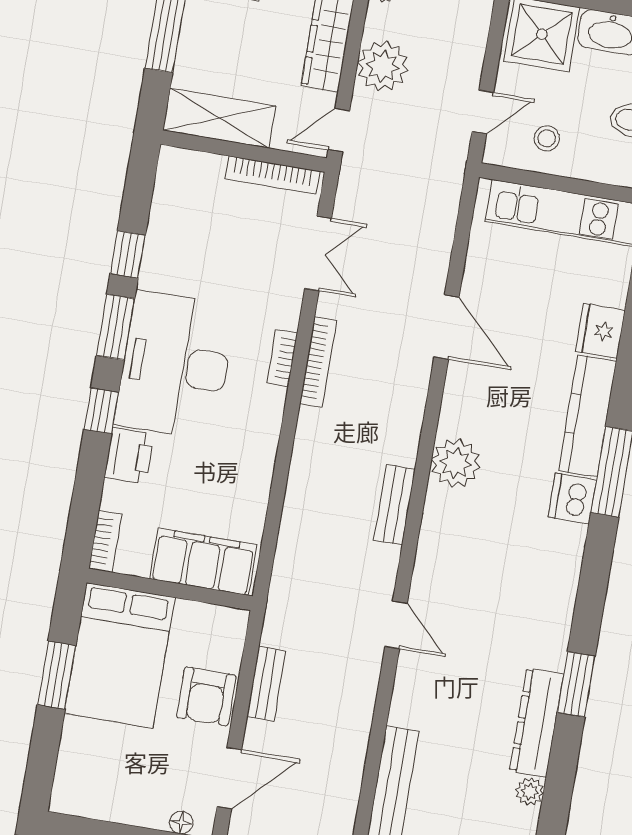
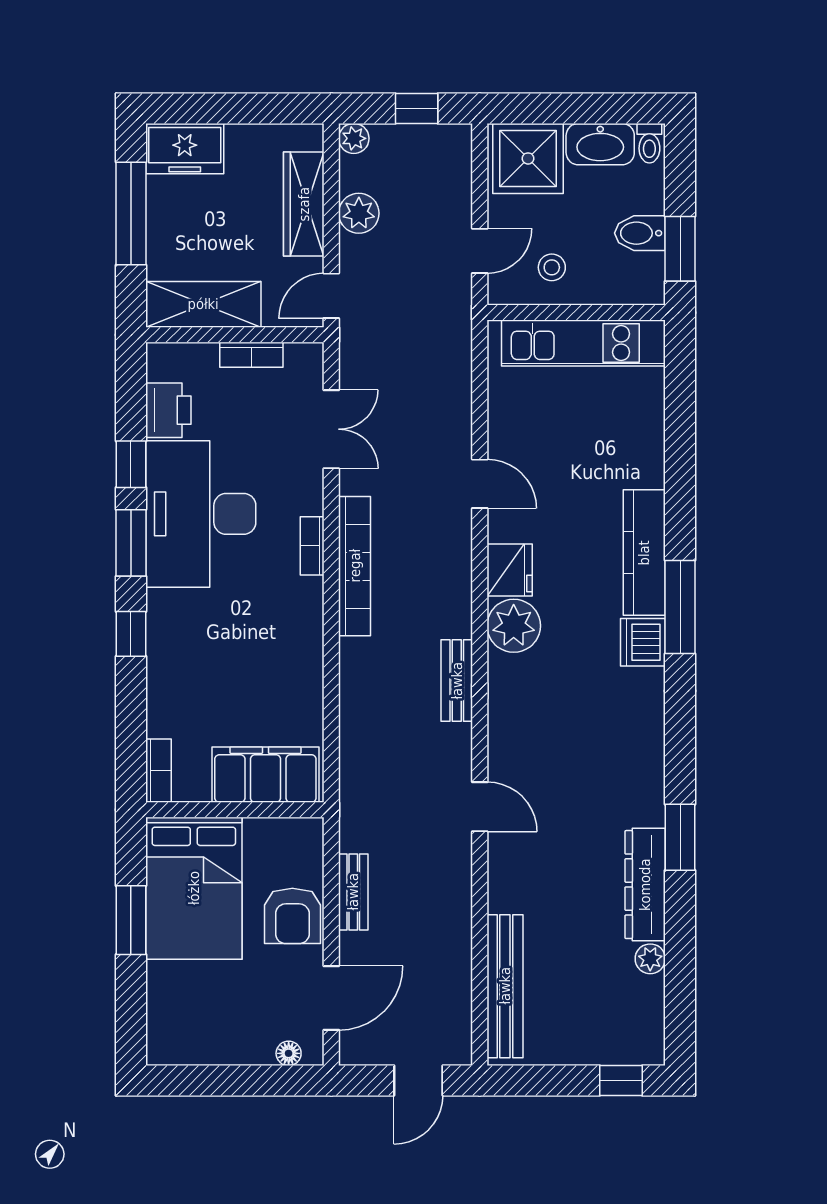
plant: (383, 66) -> (359, 213), width x0.73, depth x0.73
bookcase: (272, 175) -> (251, 355), width x0.64
door: (446, 327) -> (480, 484), width x0.73
fridge: (600, 331) -> (510, 570), moved, turned 180
bookcase: (318, 362) -> (355, 566), width x1.48, depth x1.31
desk: (175, 365) -> (201, 514), moved
printer: (129, 456) -> (168, 410), moved

